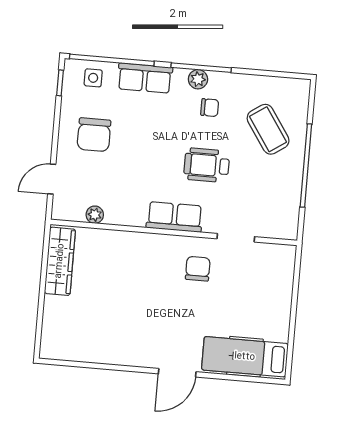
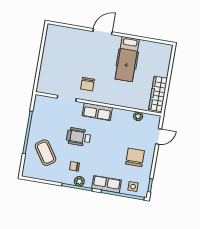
wheelchair: (207, 165) -> (79, 137), turned 180
hospital bed: (245, 357) -> (127, 59), moved, turned 90

